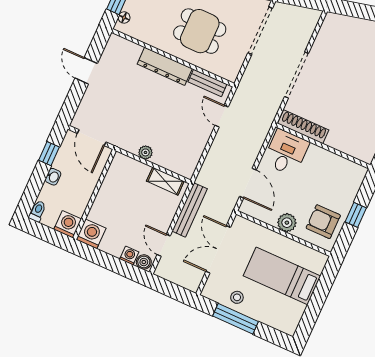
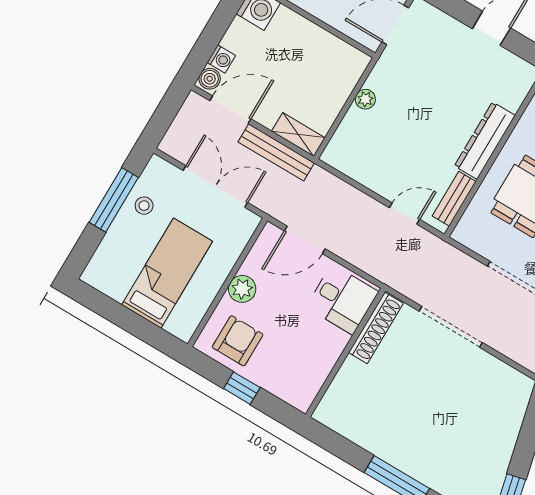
shelving: (165, 181) -> (298, 135), moved, turned 90
door: (164, 245) -> (230, 110), width x1.38

